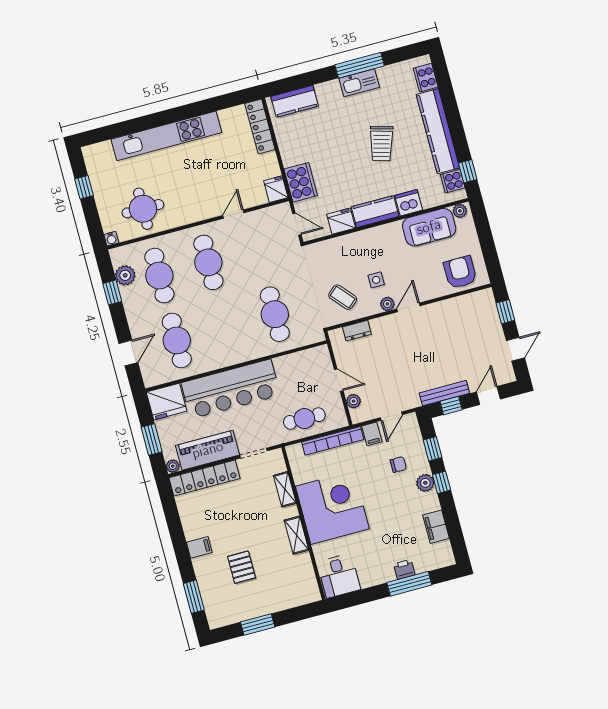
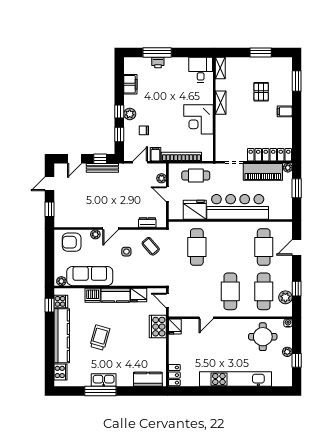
locker: (260, 127) -> (174, 375), width x0.66
plant: (101, 196) -> (287, 352), added
sofa: (429, 227) -> (90, 276), width x1.36
armchair: (460, 272) -> (72, 242), turned 90
plant: (387, 304) -> (95, 234), moved
fridge: (167, 402) -> (195, 210), moved
shelving: (285, 489) -> (220, 68), moved
corner desk: (332, 508) -> (198, 119), width x0.74, depth x0.74

